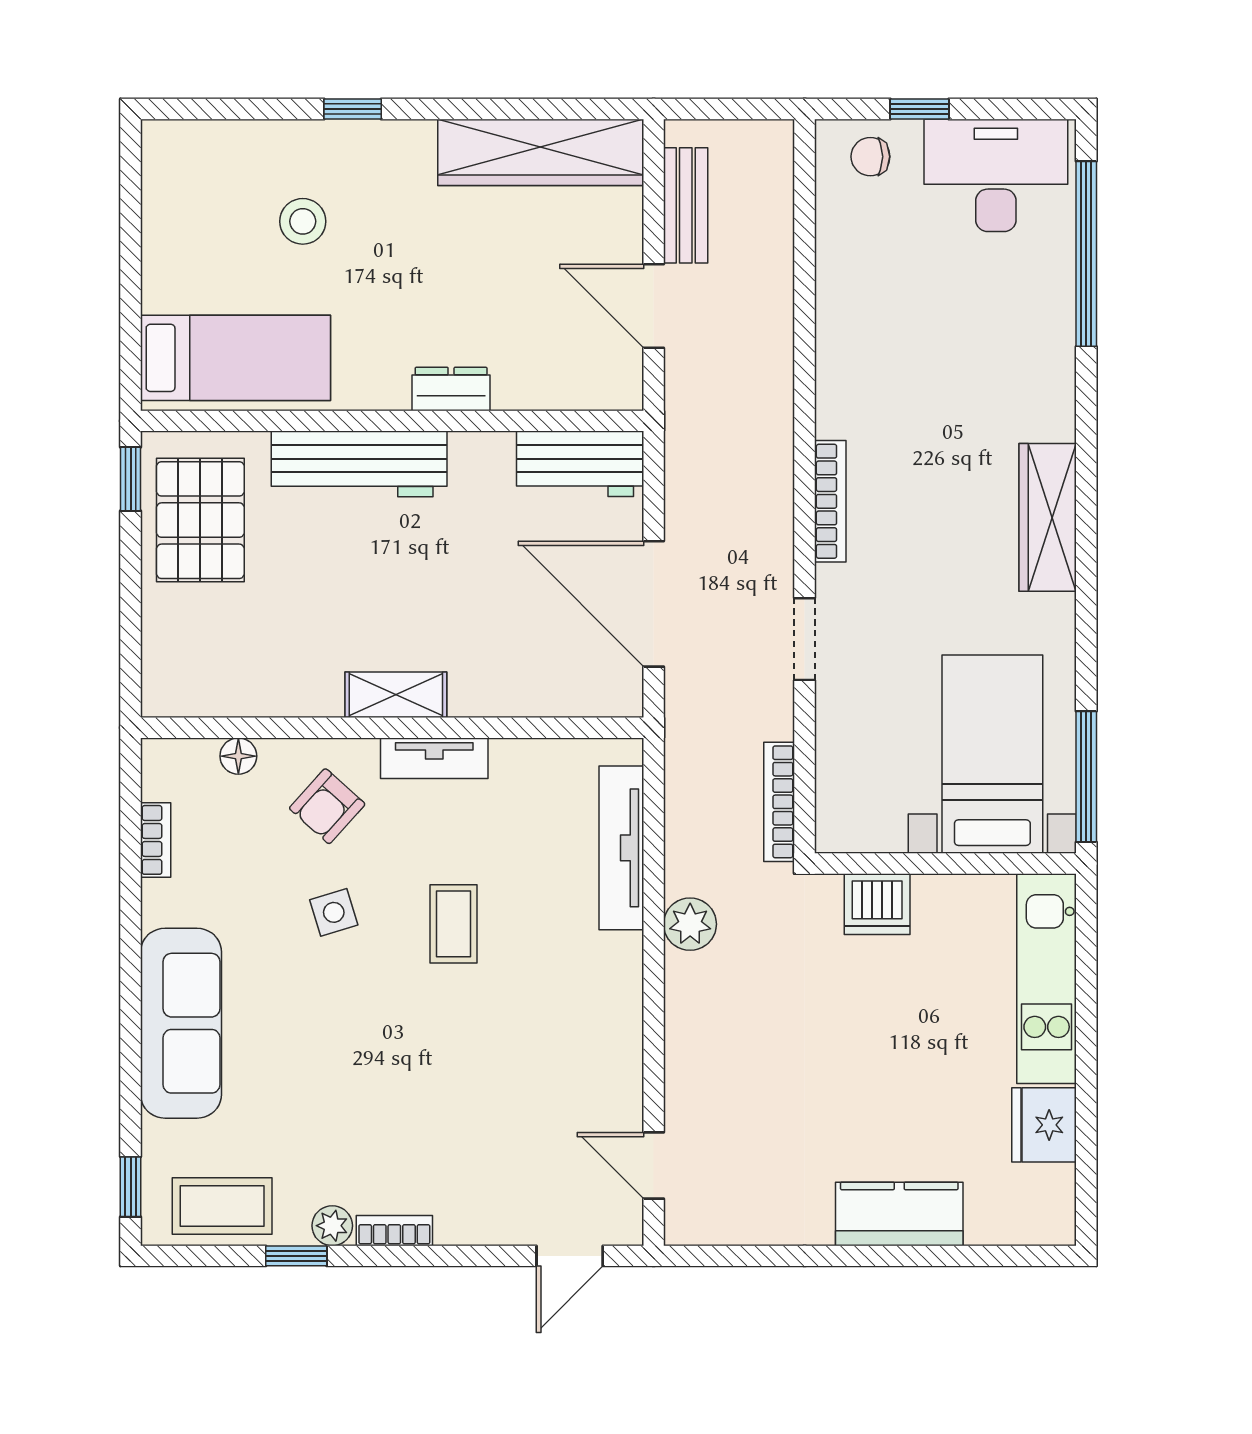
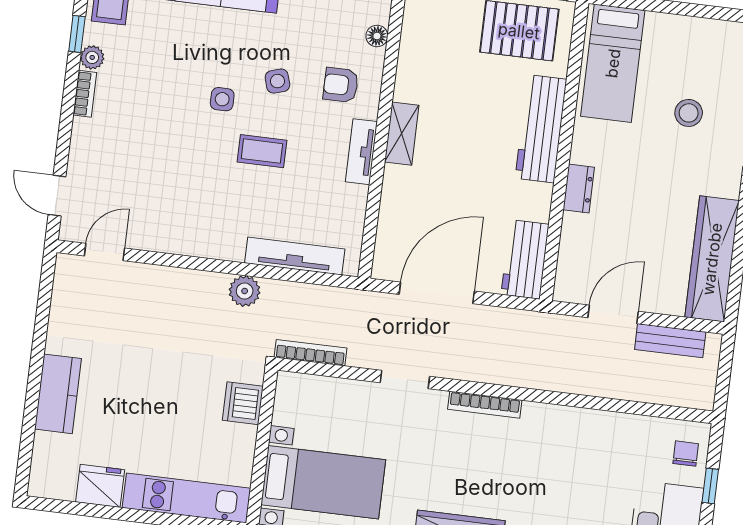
armchair: (327, 806) -> (341, 85), turned -42
side table: (375, 1001) -> (222, 99), added

